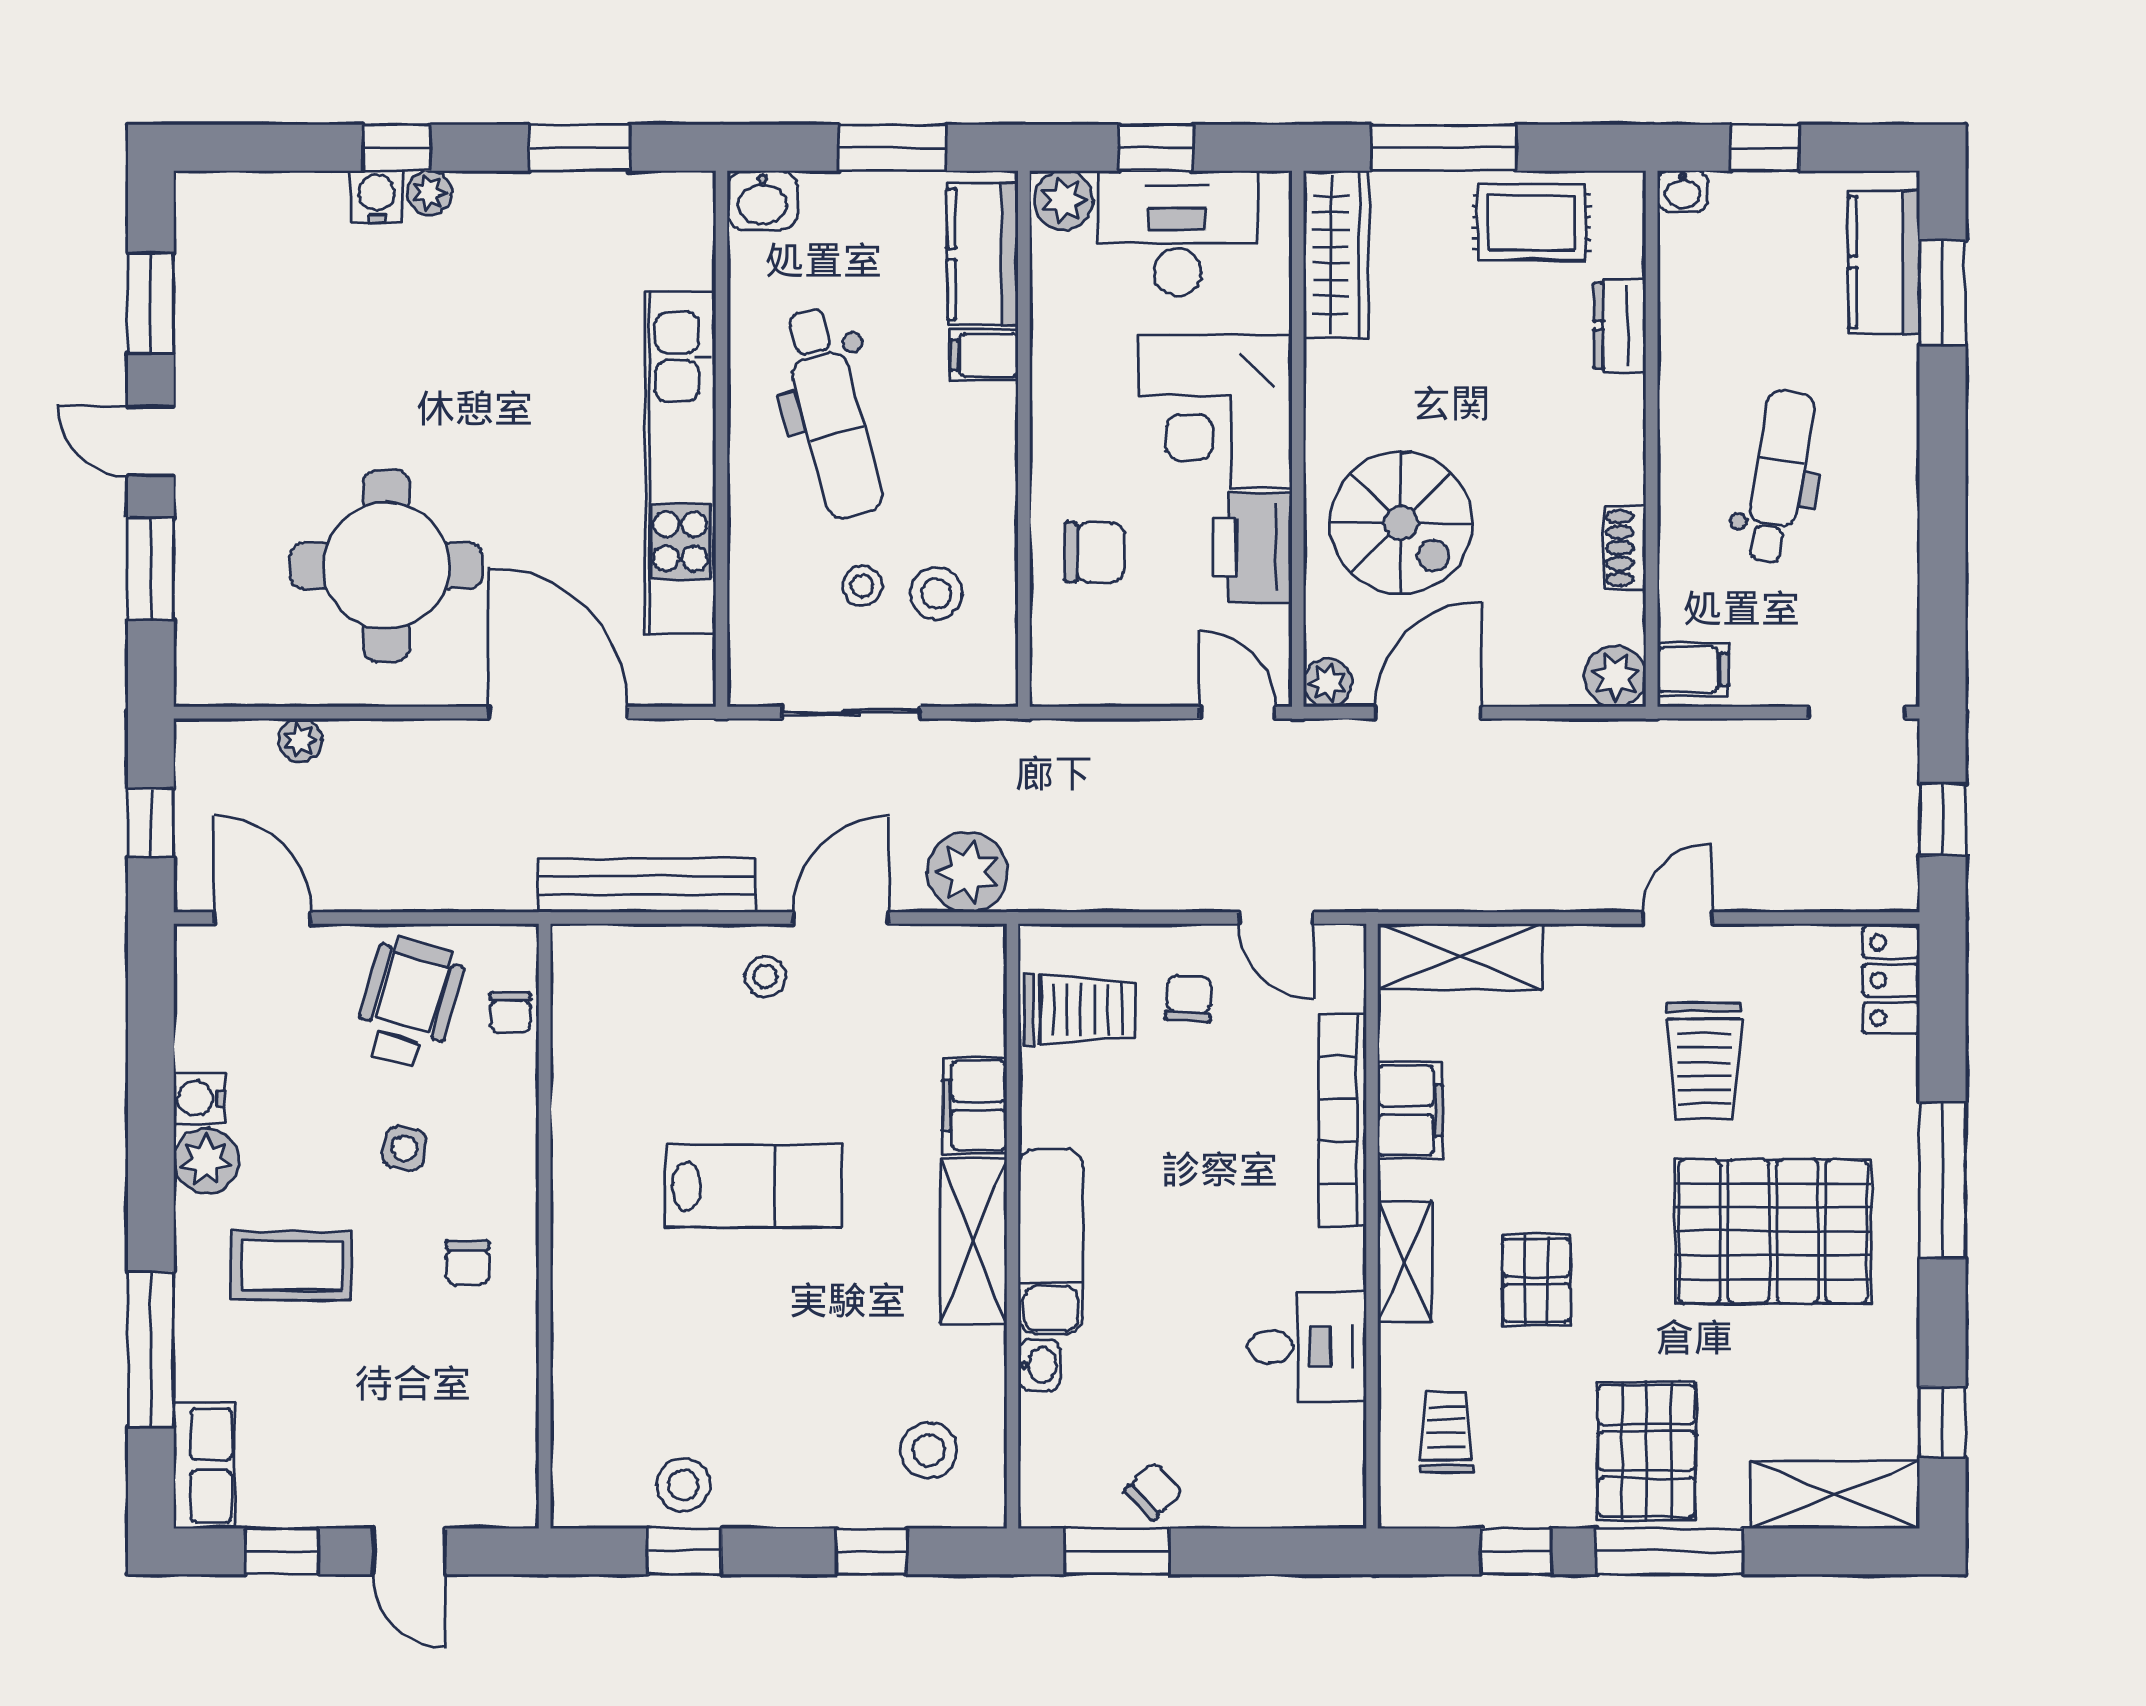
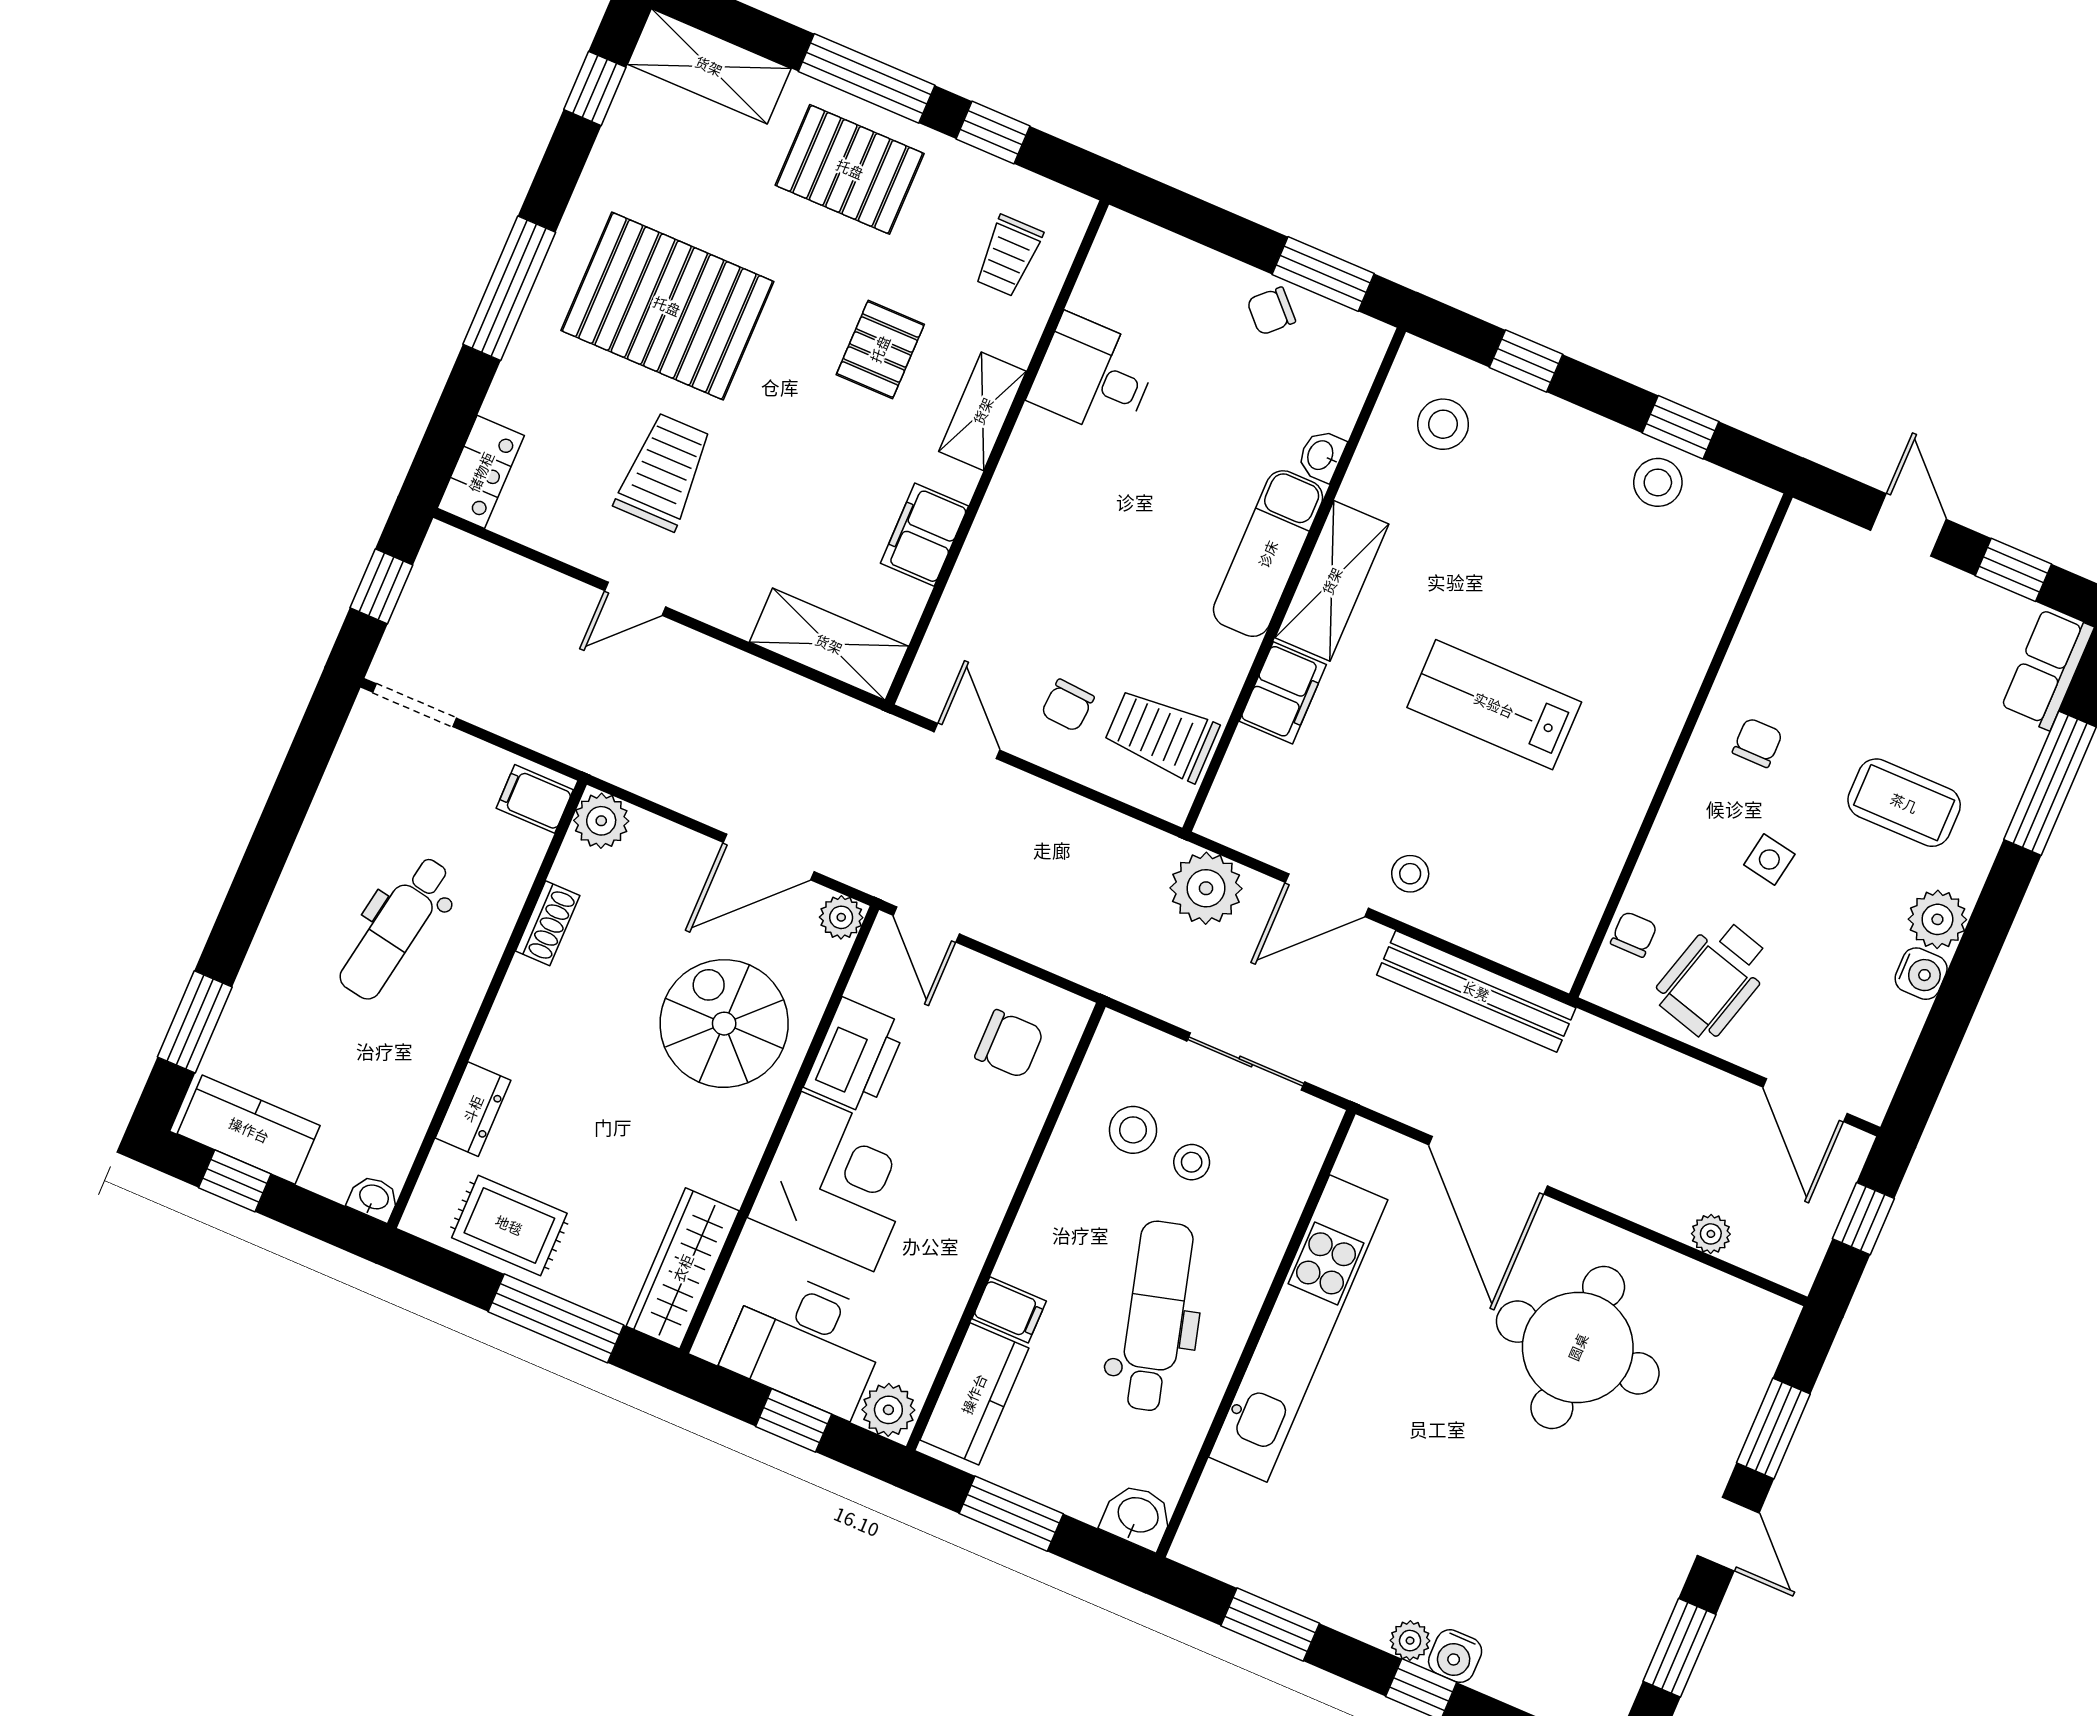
window: (1765, 148) -> (235, 1181), moved
kitchen counter: (1884, 262) -> (249, 1130), moved, turned -90
chair: (1095, 552) -> (1009, 1044), moved, turned 180
bookcase: (1342, 1120) -> (984, 550), removed
pallet: (1647, 1451) -> (850, 169), turned 90

